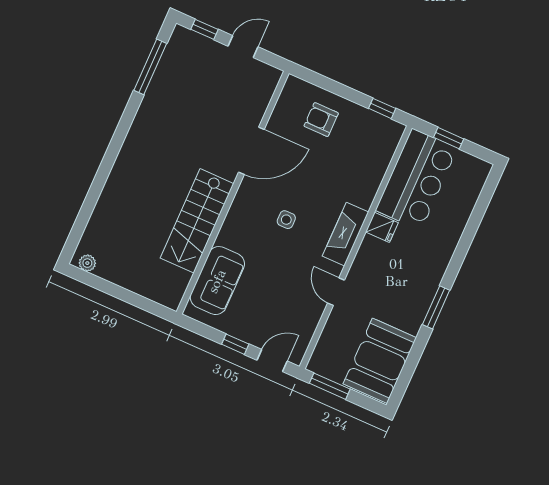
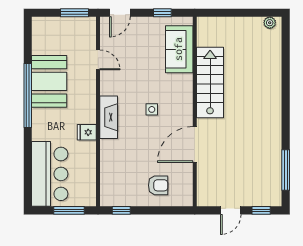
window: (449, 138) -> (69, 210), width x1.50
bar counter: (416, 179) -> (50, 174), moved, turned 180
door: (336, 292) -> (98, 60), moved
window: (436, 307) -> (28, 96), width x2.11
window: (235, 344) -> (162, 13), moved
booth: (380, 361) -> (49, 81), moved

